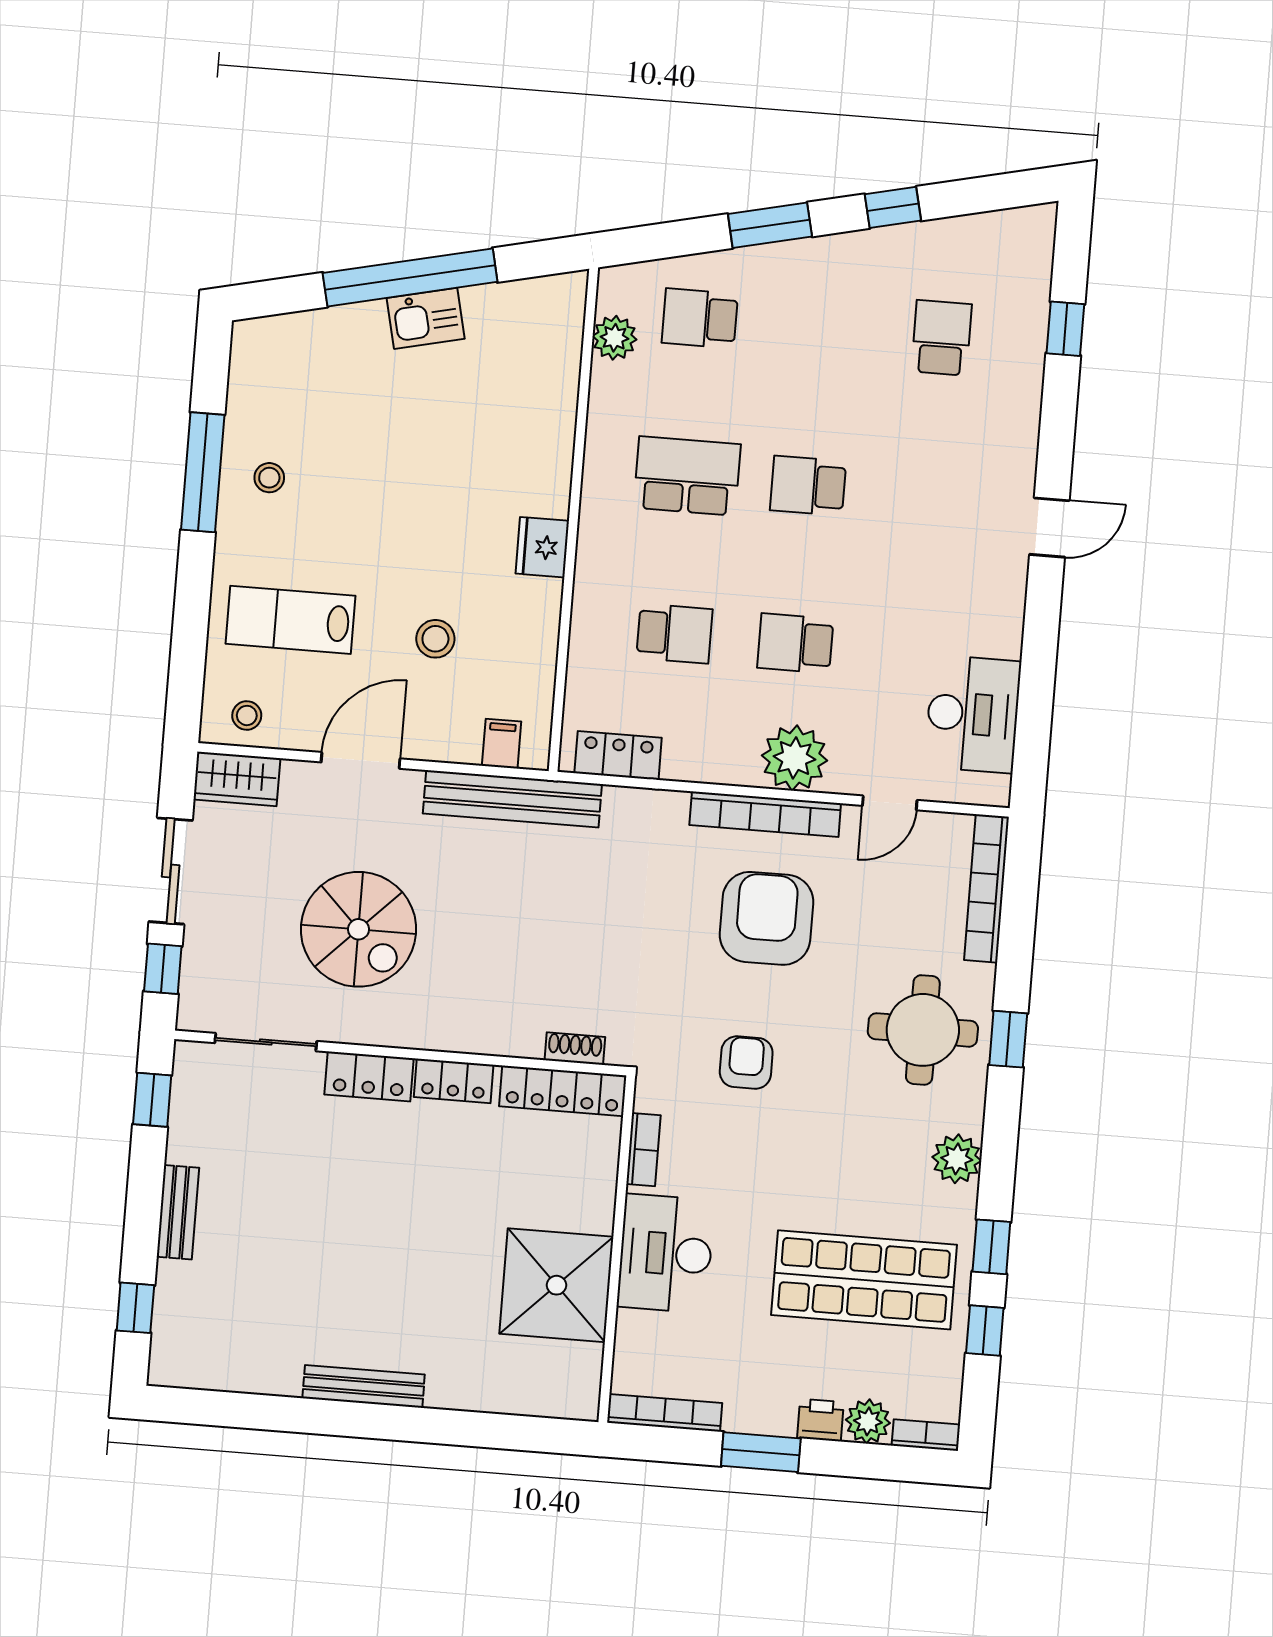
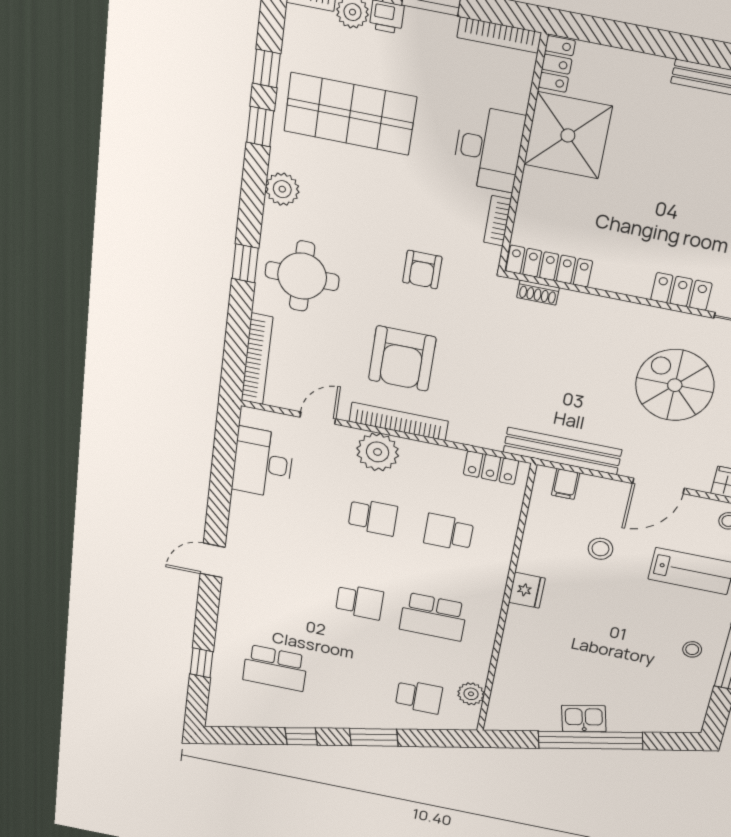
school desk: (942, 338) -> (275, 668), width x1.85
locker: (454, 1081) -> (557, 64), moved, turned 90

